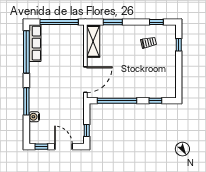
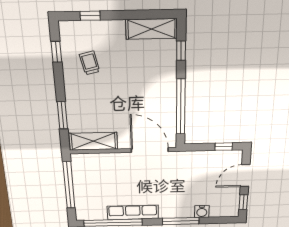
row of seats: (35, 43) -> (133, 212), moved
shelving: (170, 82) -> (152, 29), added

